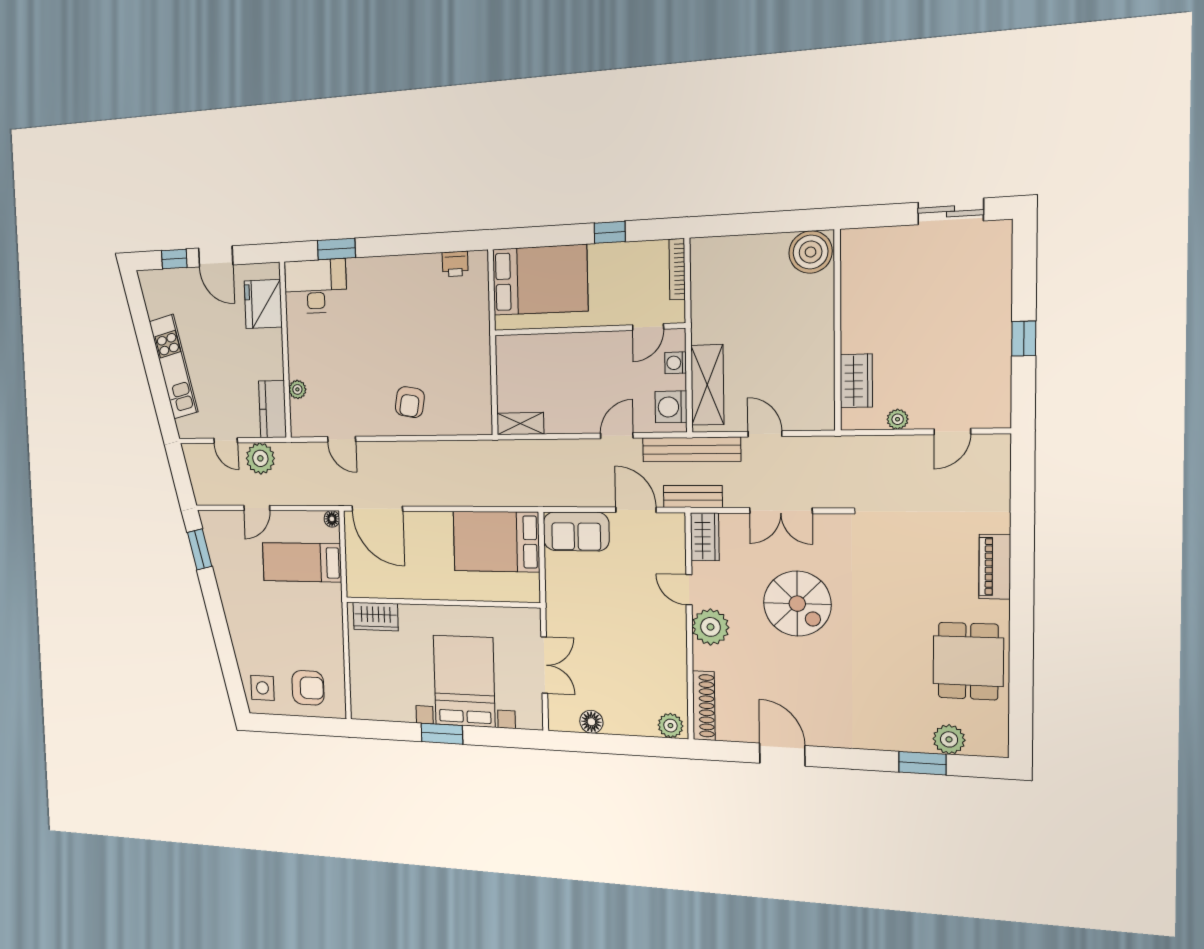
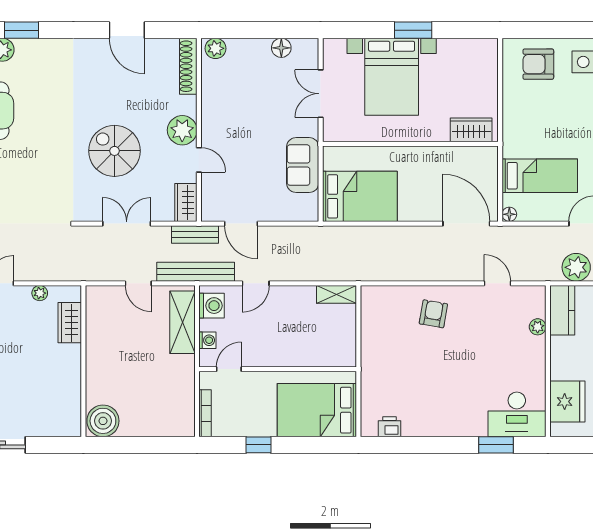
sofa: (576, 531) -> (303, 165), moved, turned -90

